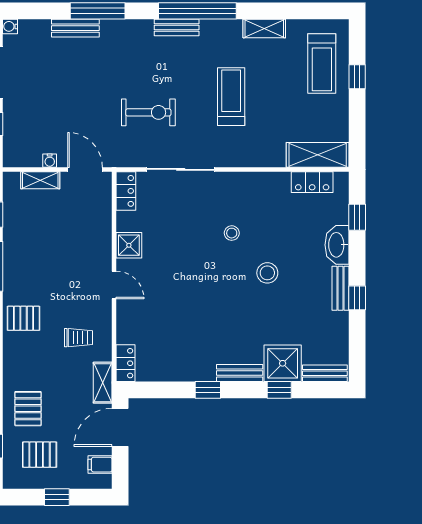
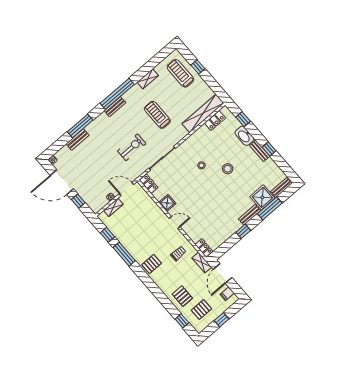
treadmill: (322, 63) -> (180, 73), turned 180
shelving: (318, 155) -> (203, 113), width x1.47
window: (279, 390) -> (270, 208), width x2.17

